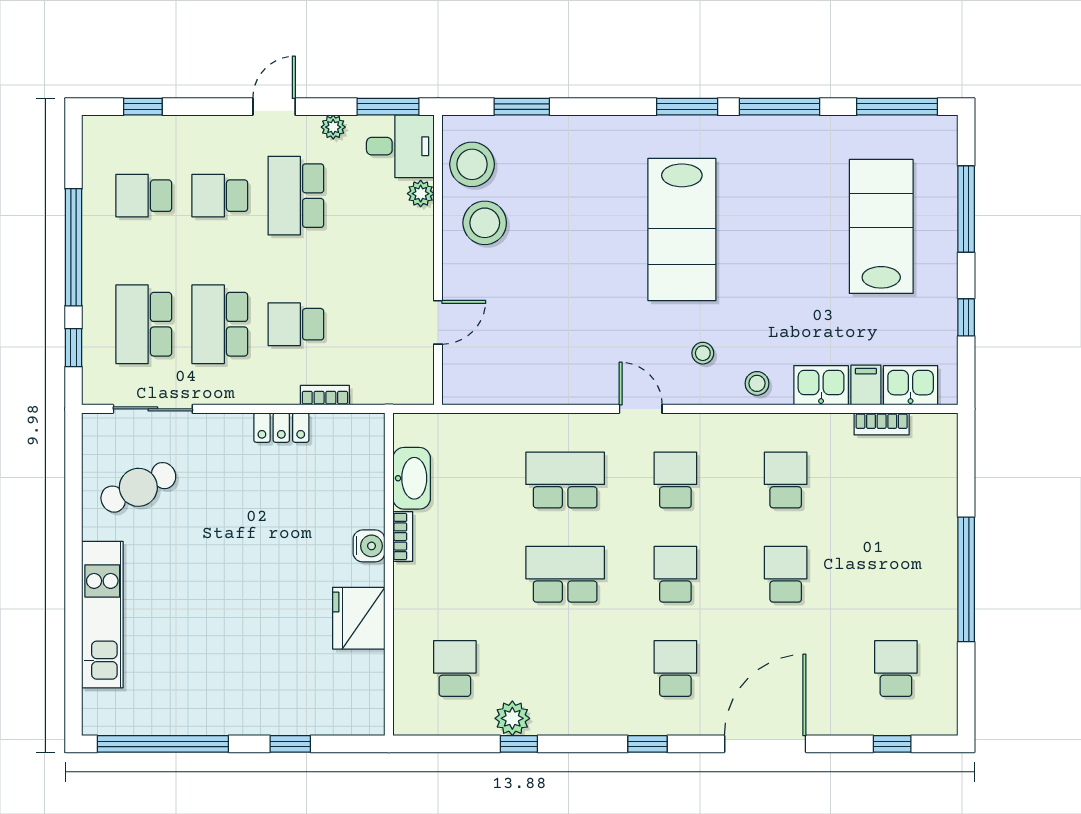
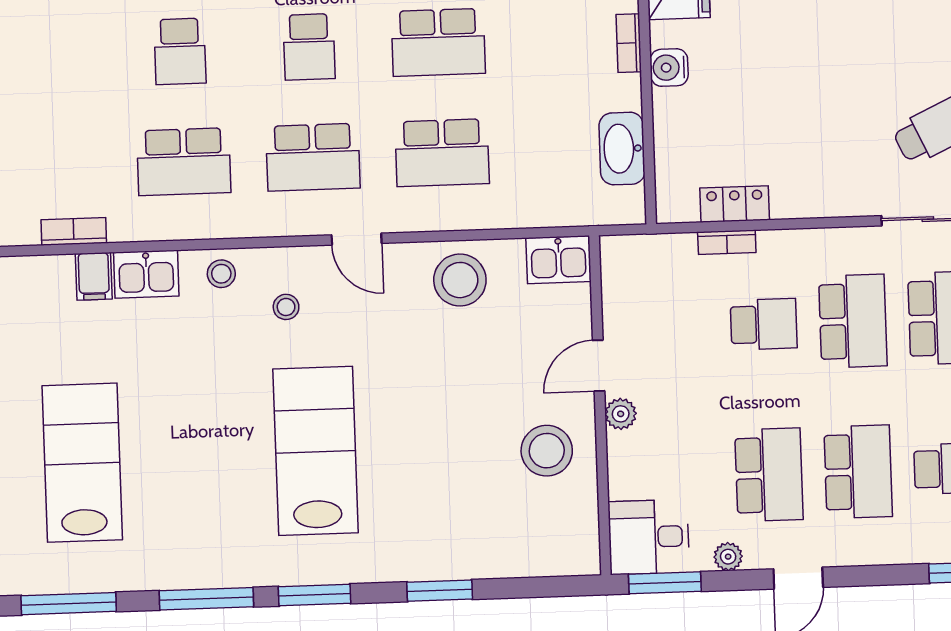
window: (522, 107) -> (440, 591), moved
stool: (472, 164) -> (460, 280), moved
plant: (421, 194) -> (621, 414), moved
school desk: (220, 196) -> (858, 472), width x1.85
lab bench: (881, 226) -> (82, 463), turned 180
door: (438, 322) -> (599, 366), moved
kitchen sink: (911, 385) -> (559, 260), moved
locker: (281, 428) -> (735, 204), moved
school desk: (675, 480) -> (313, 157), width x1.85
school desk: (786, 480) -> (184, 162), width x1.85
bookcase: (403, 537) -> (629, 43), moved

